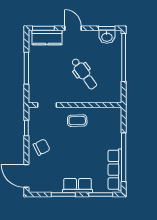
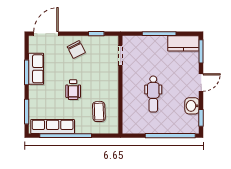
washbasin: (107, 37) -> (192, 106), moved
kitchen counter: (47, 38) -> (183, 43), moved, turned -90
dental chair: (84, 74) -> (153, 94), turned -54
coffee table: (77, 121) -> (99, 112), moved
wheelchair: (80, 150) -> (73, 90), added
row of seats: (77, 186) -> (36, 69), moved

